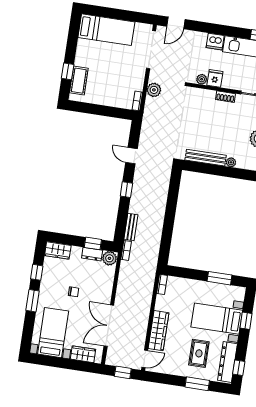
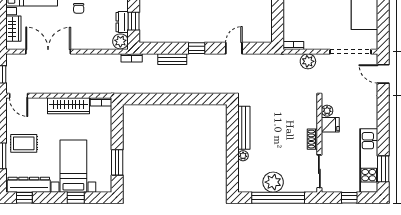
dishwasher: (215, 42) -> (370, 119), removed
bench: (131, 227) -> (172, 59), moved
wardrobe: (158, 331) -> (68, 106), moved
rug: (199, 353) -> (24, 143), moved

